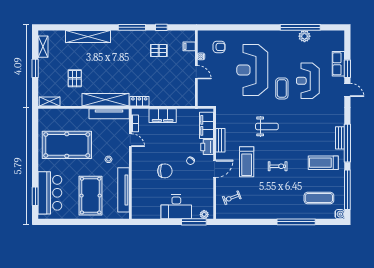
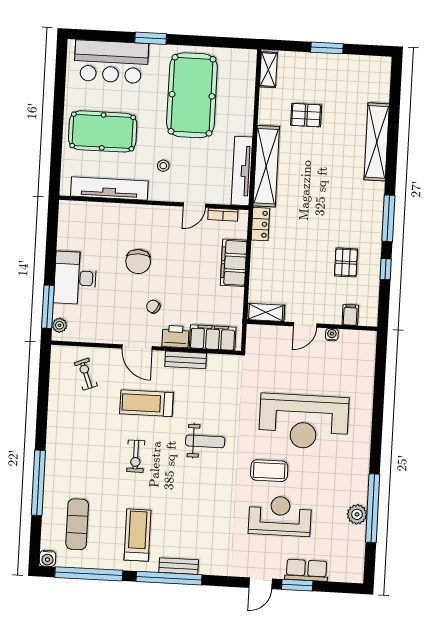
shelving: (43, 47) -> (266, 312), moved
armchair: (219, 47) -> (346, 366), removed
reception desk: (252, 70) -> (304, 422), turned 180
weight bench: (267, 126) -> (205, 441), turned -90
window: (35, 196) -> (151, 38), moved

